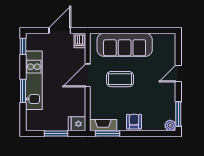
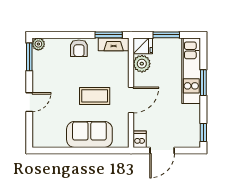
sofa: (125, 45) -> (89, 134), width x0.73
kitchen unit: (34, 80) -> (191, 71), moved
plant: (78, 108) -> (142, 64), added

